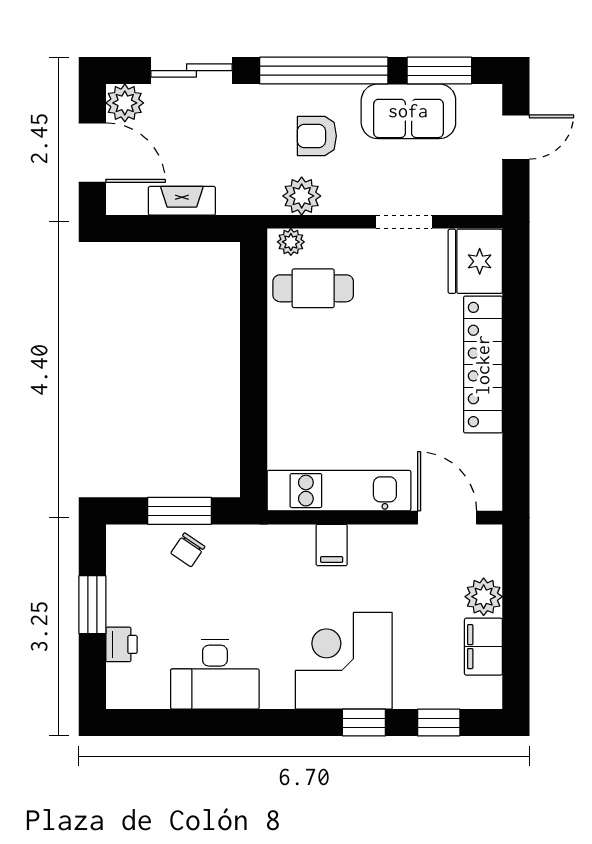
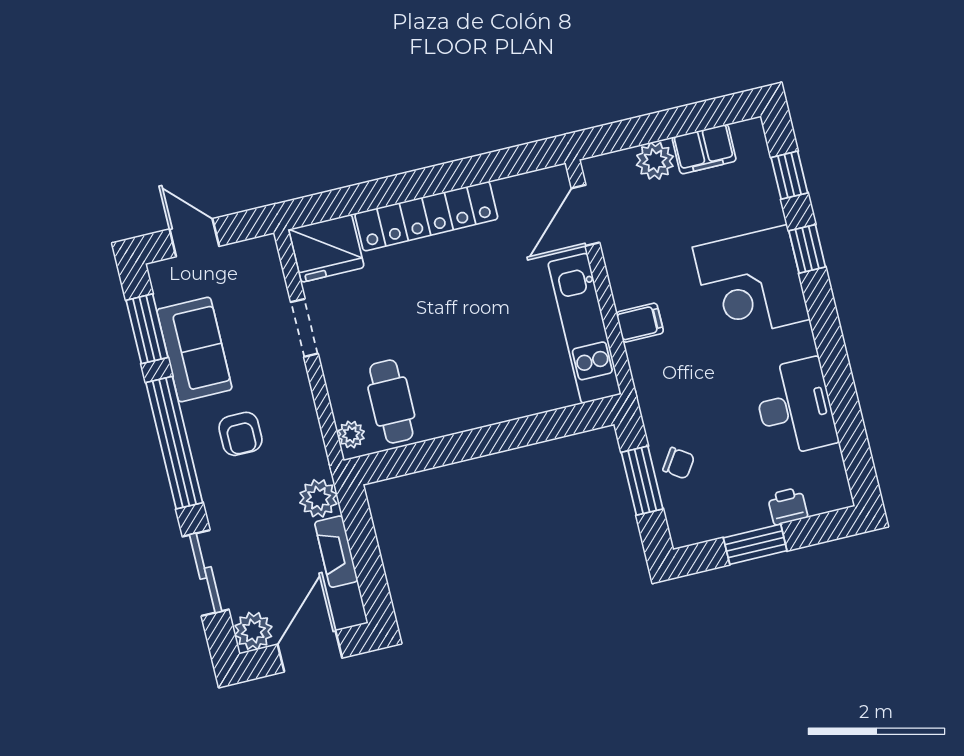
plant: (302, 196) -> (318, 498), moved

